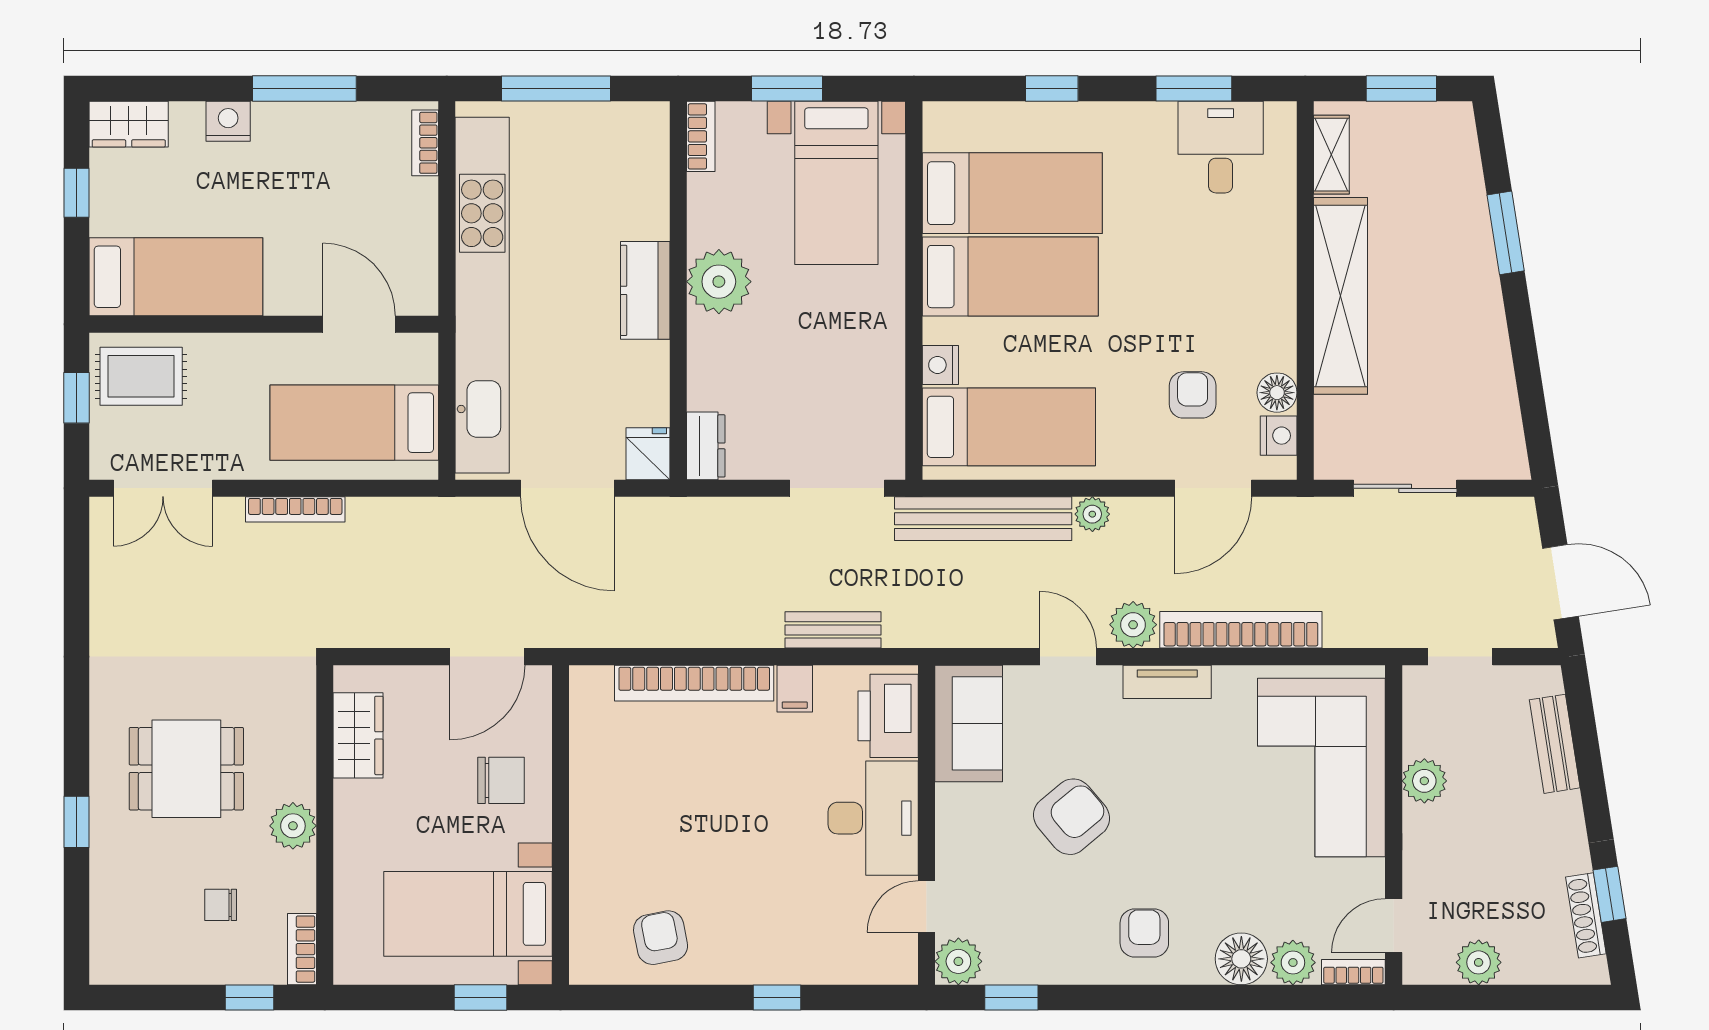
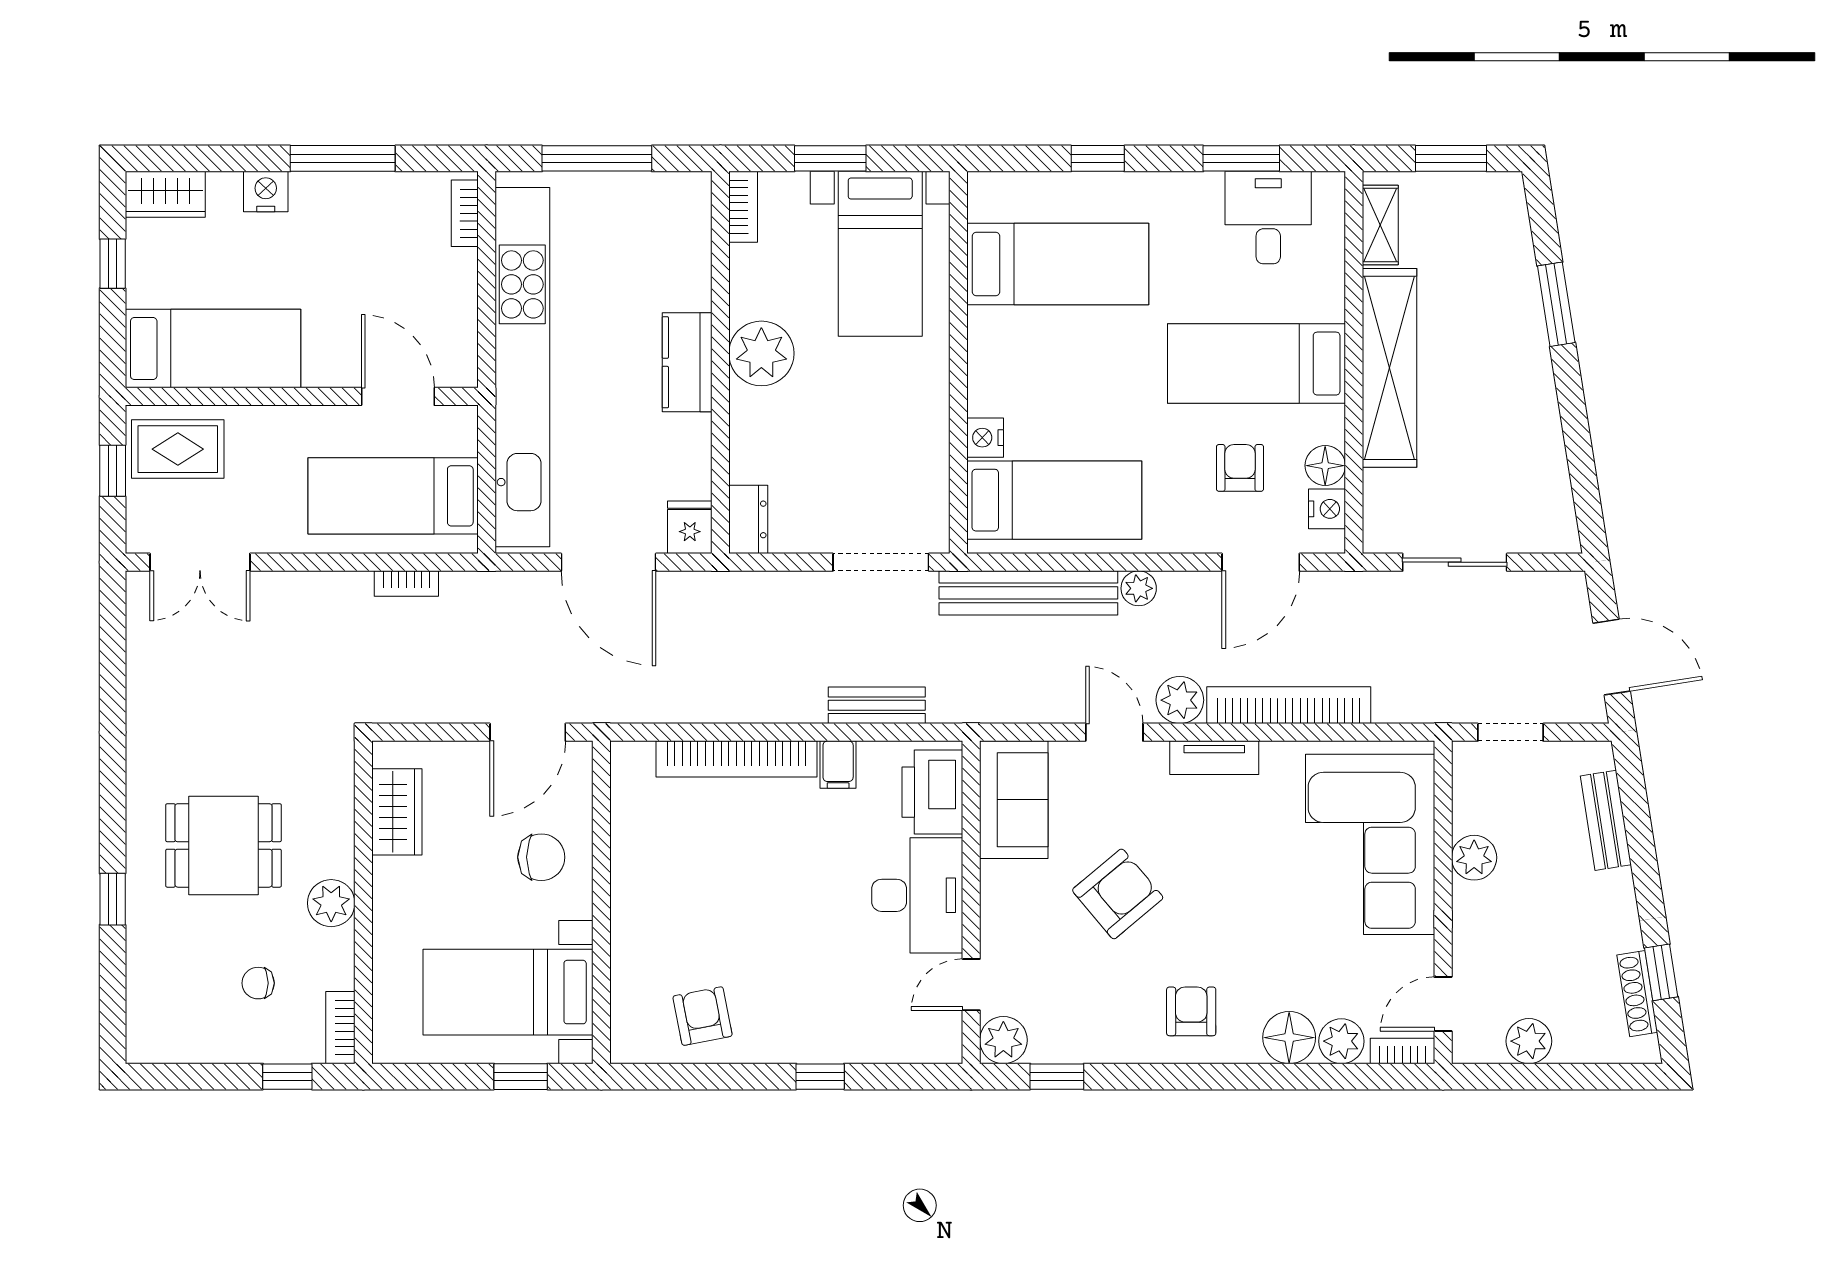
bed: (1010, 277) -> (1256, 364), moved, turned 180
bookcase: (295, 509) -> (406, 584), moved, width x0.64

